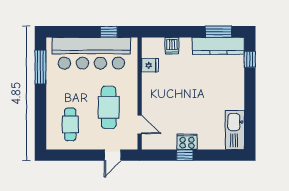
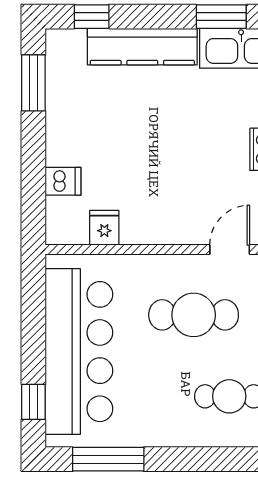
window: (109, 32) -> (33, 402), moved
kitchen counter: (218, 46) -> (142, 47), moved, turned 90
window: (250, 121) -> (221, 17), added

